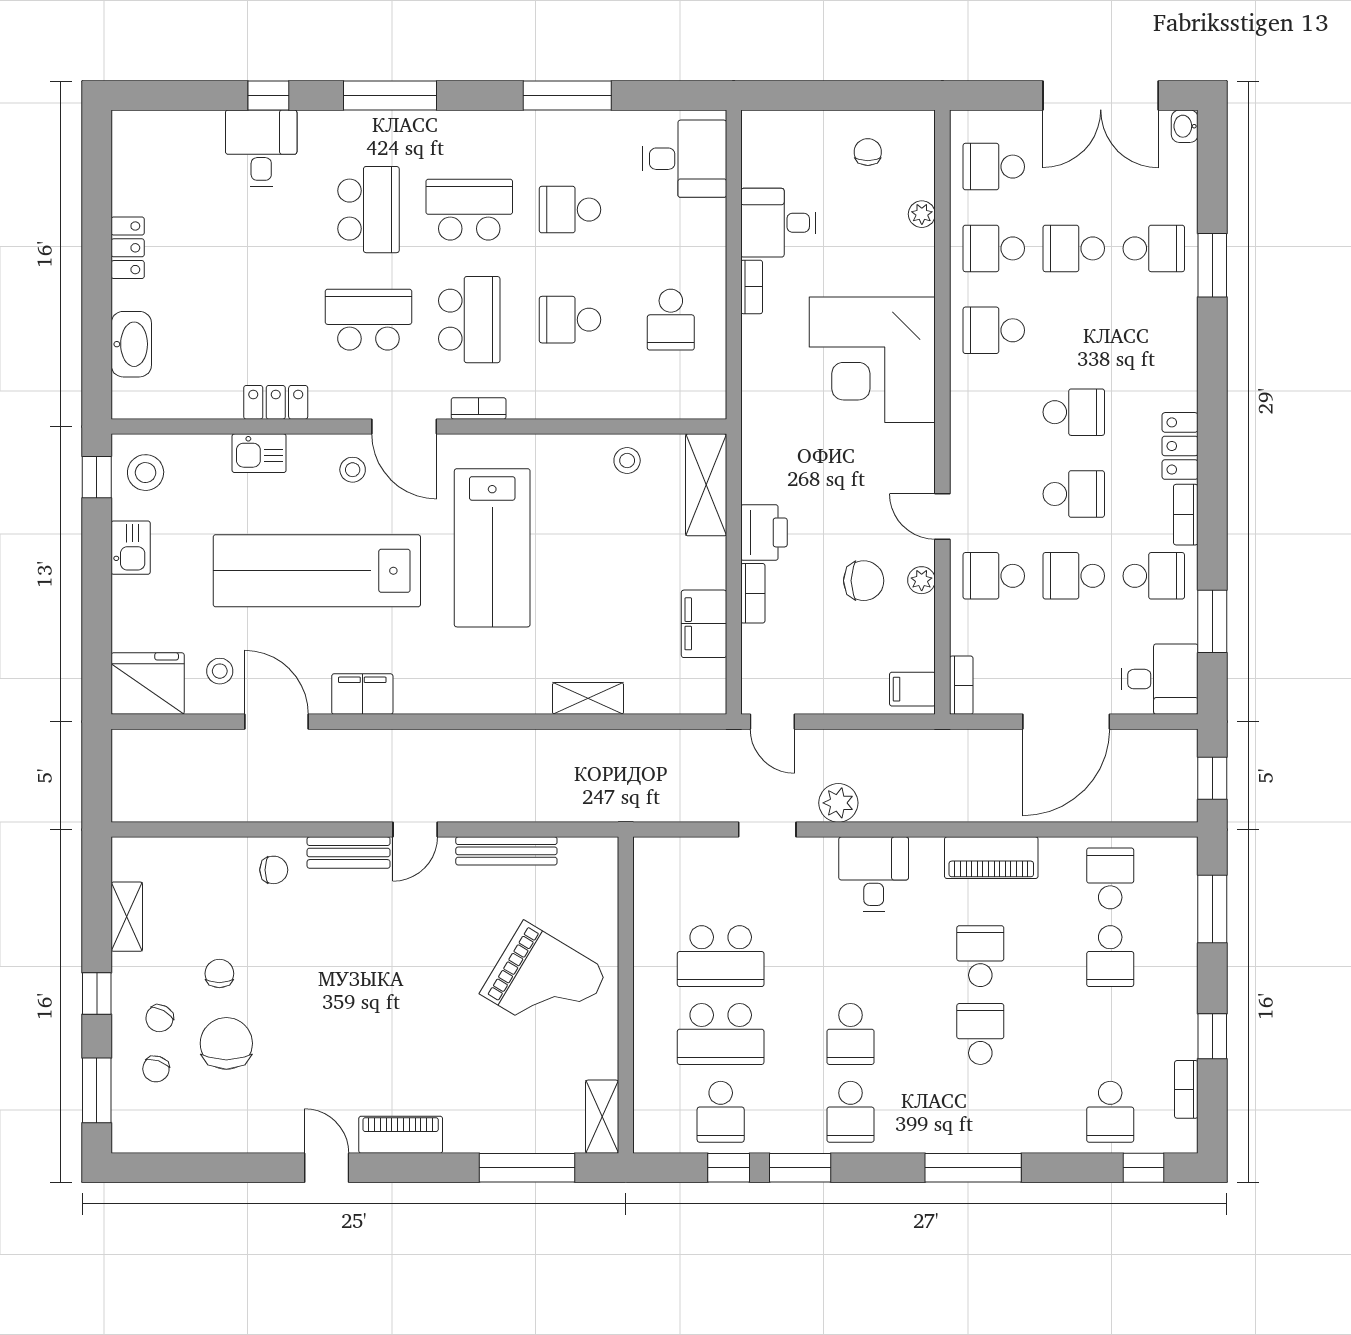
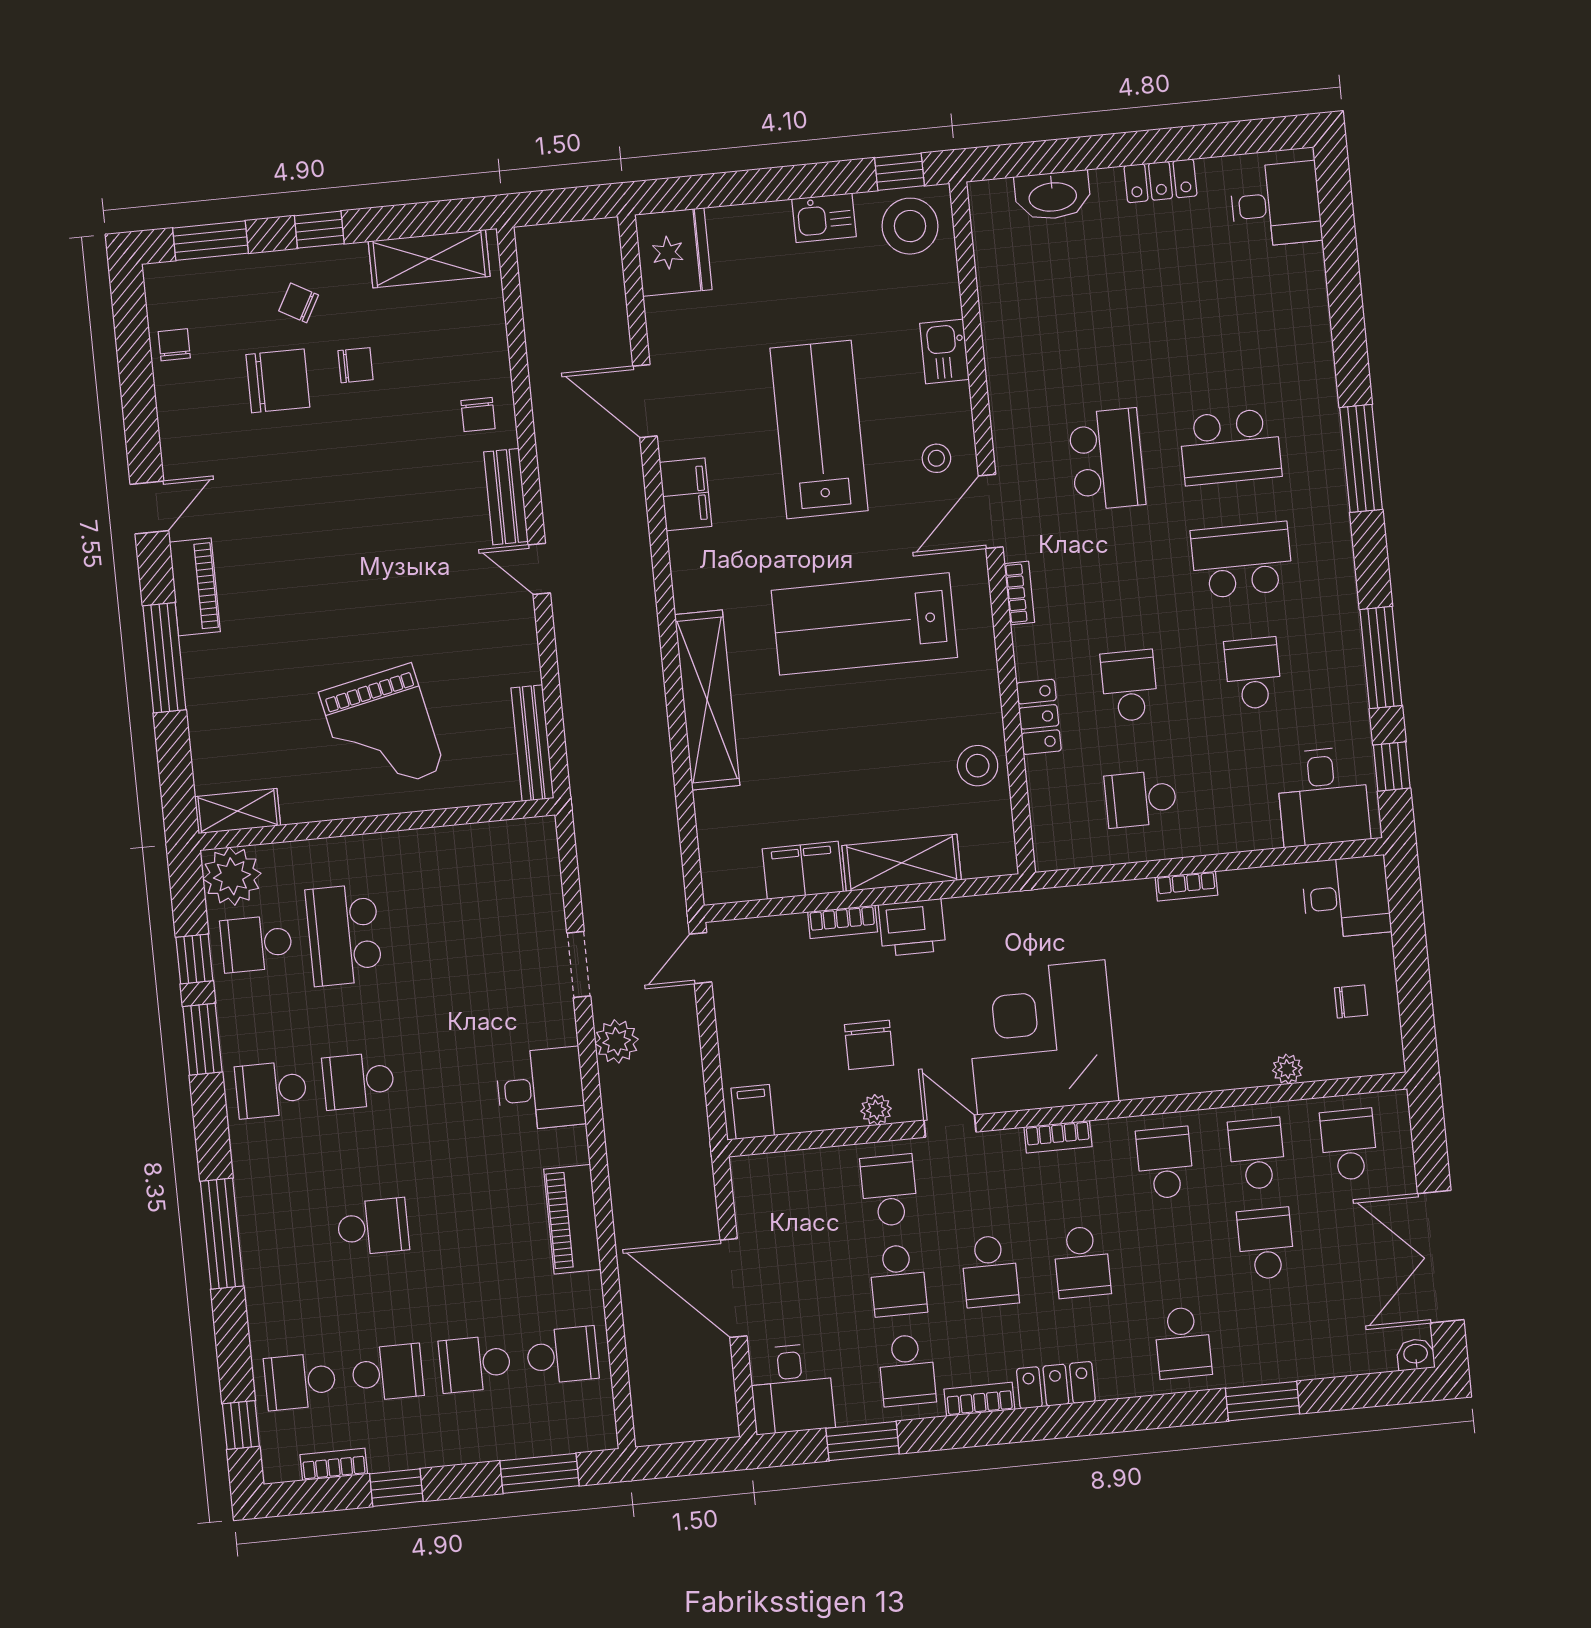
window: (268, 95) -> (1392, 766), moved
desk: (261, 148) -> (1276, 204), moved
school desk: (469, 210) -> (1242, 560), turned -90
desk: (778, 223) -> (1346, 897), moved, turned 90
school desk: (1154, 248) -> (1183, 1343), moved
school desk: (469, 320) -> (1118, 573), removed
corner desk: (872, 360) -> (1041, 1037), moved
locker: (276, 402) -> (1039, 717), moved
stool: (627, 461) -> (978, 766), width x1.37, depth x1.37
stool: (146, 473) -> (910, 226), width x1.38, depth x1.38
shelving: (706, 485) -> (902, 863), moved
door: (942, 517) -> (950, 1126), hinge flipped
lab bench: (317, 571) -> (819, 429), width x0.73
school desk: (1074, 576) -> (898, 1280), turned 180
stool: (220, 671) -> (695, 332), removed
bookcase: (961, 685) -> (1058, 1137), moved
shelving: (588, 698) -> (707, 700), width x2.20, depth x1.33
door: (277, 722) -> (645, 401), swing flipped
window: (1212, 778) -> (686, 1459), removed
bench: (506, 851) -> (532, 743), moved
shelving: (127, 917) -> (429, 259), width x1.50, depth x1.33
school desk: (721, 956) -> (431, 926), removed
school desk: (980, 956) -> (388, 1373), moved
grand piano: (544, 982) -> (382, 731), turned -43
chair: (156, 1069) -> (174, 345), moved, turned 72
plant: (659, 1127) -> (232, 876), added
window: (527, 1168) -> (164, 658), moved

